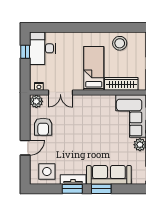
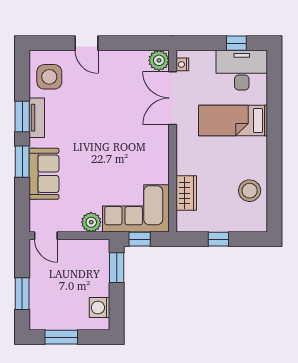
bed: (94, 68) -> (233, 120), moved, turned 180
wardrobe: (121, 84) -> (186, 193), width x0.67
double door: (60, 92) -> (173, 98), width x1.37
armchair: (43, 127) -> (119, 71), removed
sofa: (109, 175) -> (44, 174), width x0.73

